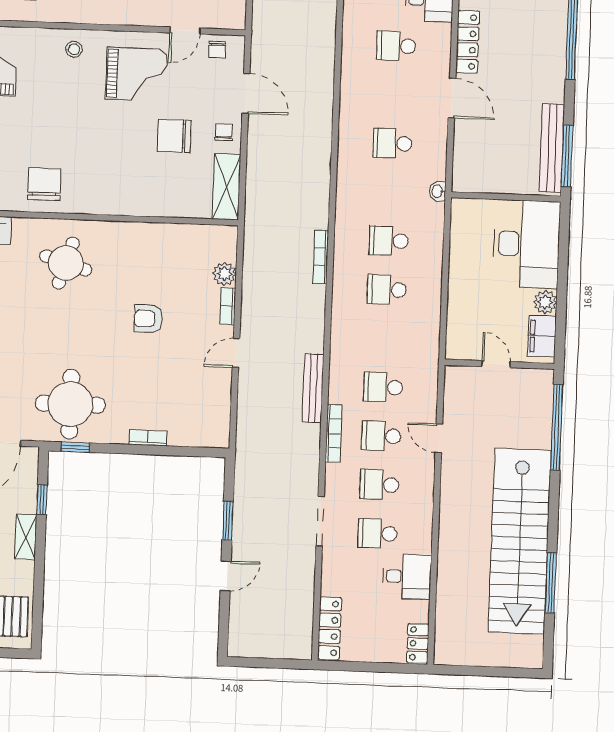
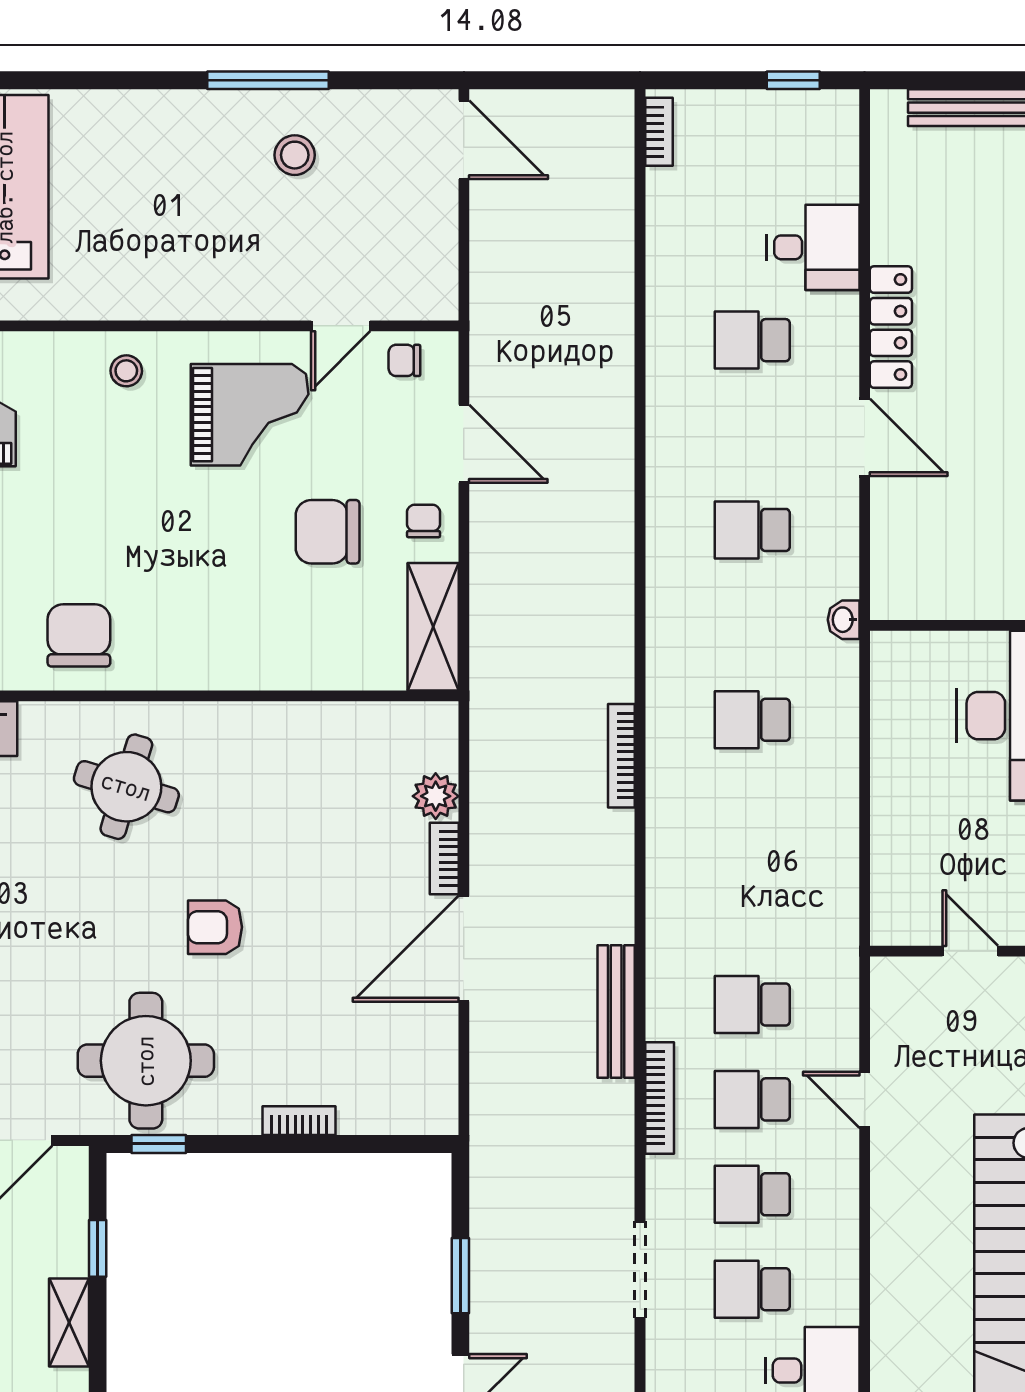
chair: (217, 49) -> (404, 360), turned 90
school desk: (387, 290) -> (752, 815), removed
armchair: (149, 319) -> (215, 927), moved
door: (236, 353) -> (464, 949), width x1.87

